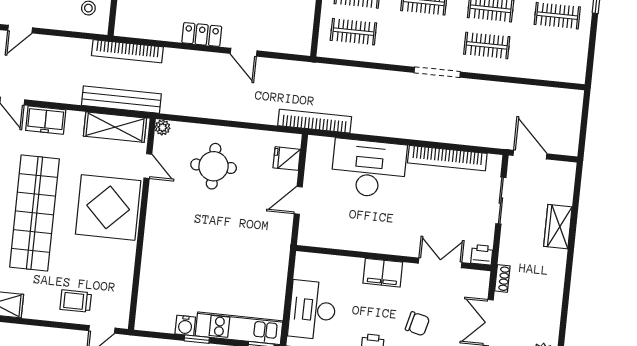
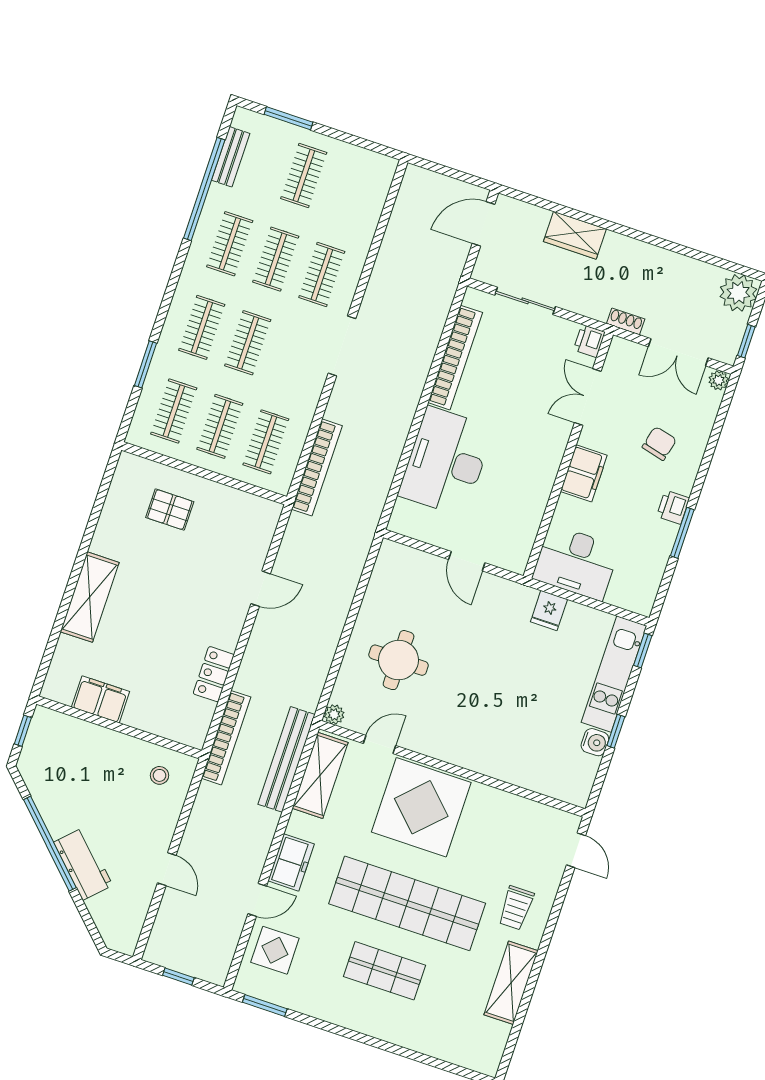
locker: (202, 34) -> (214, 674), moved
bookcase: (315, 121) -> (317, 467), moved, turned 180
door: (530, 155) -> (483, 224), moved
fridge: (287, 159) -> (549, 610), moved
trolley: (76, 301) -> (516, 908), moved
desk: (312, 310) -> (576, 563), moved

